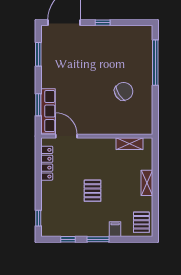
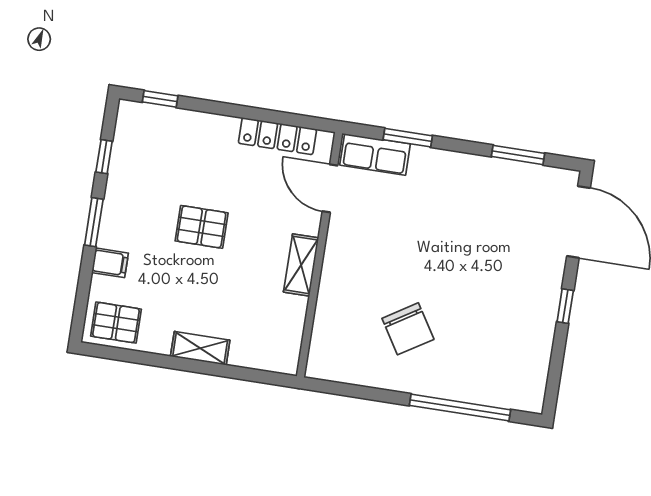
row of seats: (48, 111) -> (375, 154), width x0.68
door: (66, 136) -> (330, 188), swing flipped
shelving: (130, 144) -> (301, 265), moved

